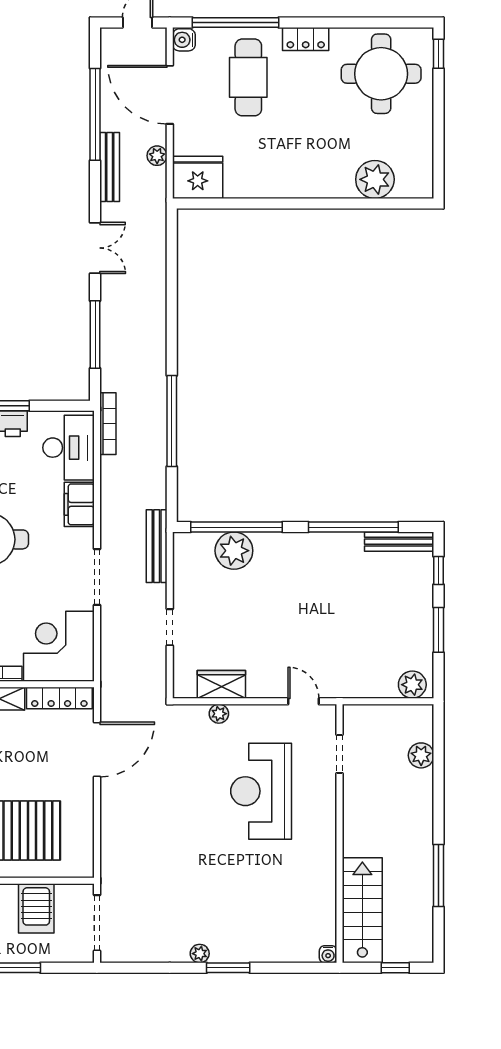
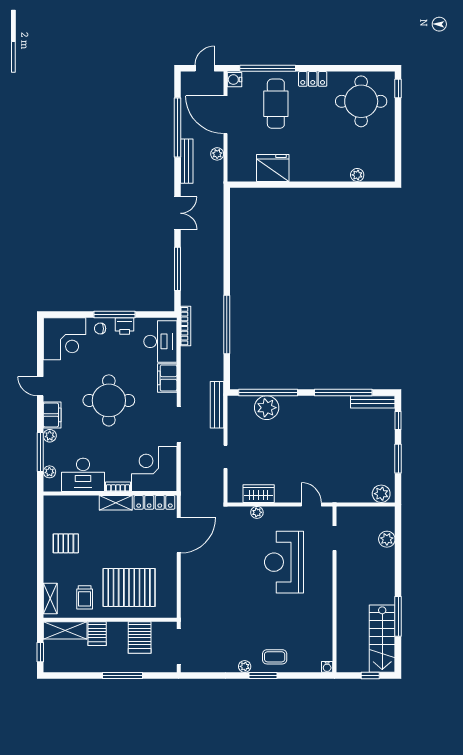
fridge: (198, 177) -> (273, 168), moved
plant: (375, 179) -> (357, 175), width x0.53, depth x0.53
stairs: (362, 910) -> (382, 639), moved, turned 180
coffee table: (246, 939) -> (275, 657), added

